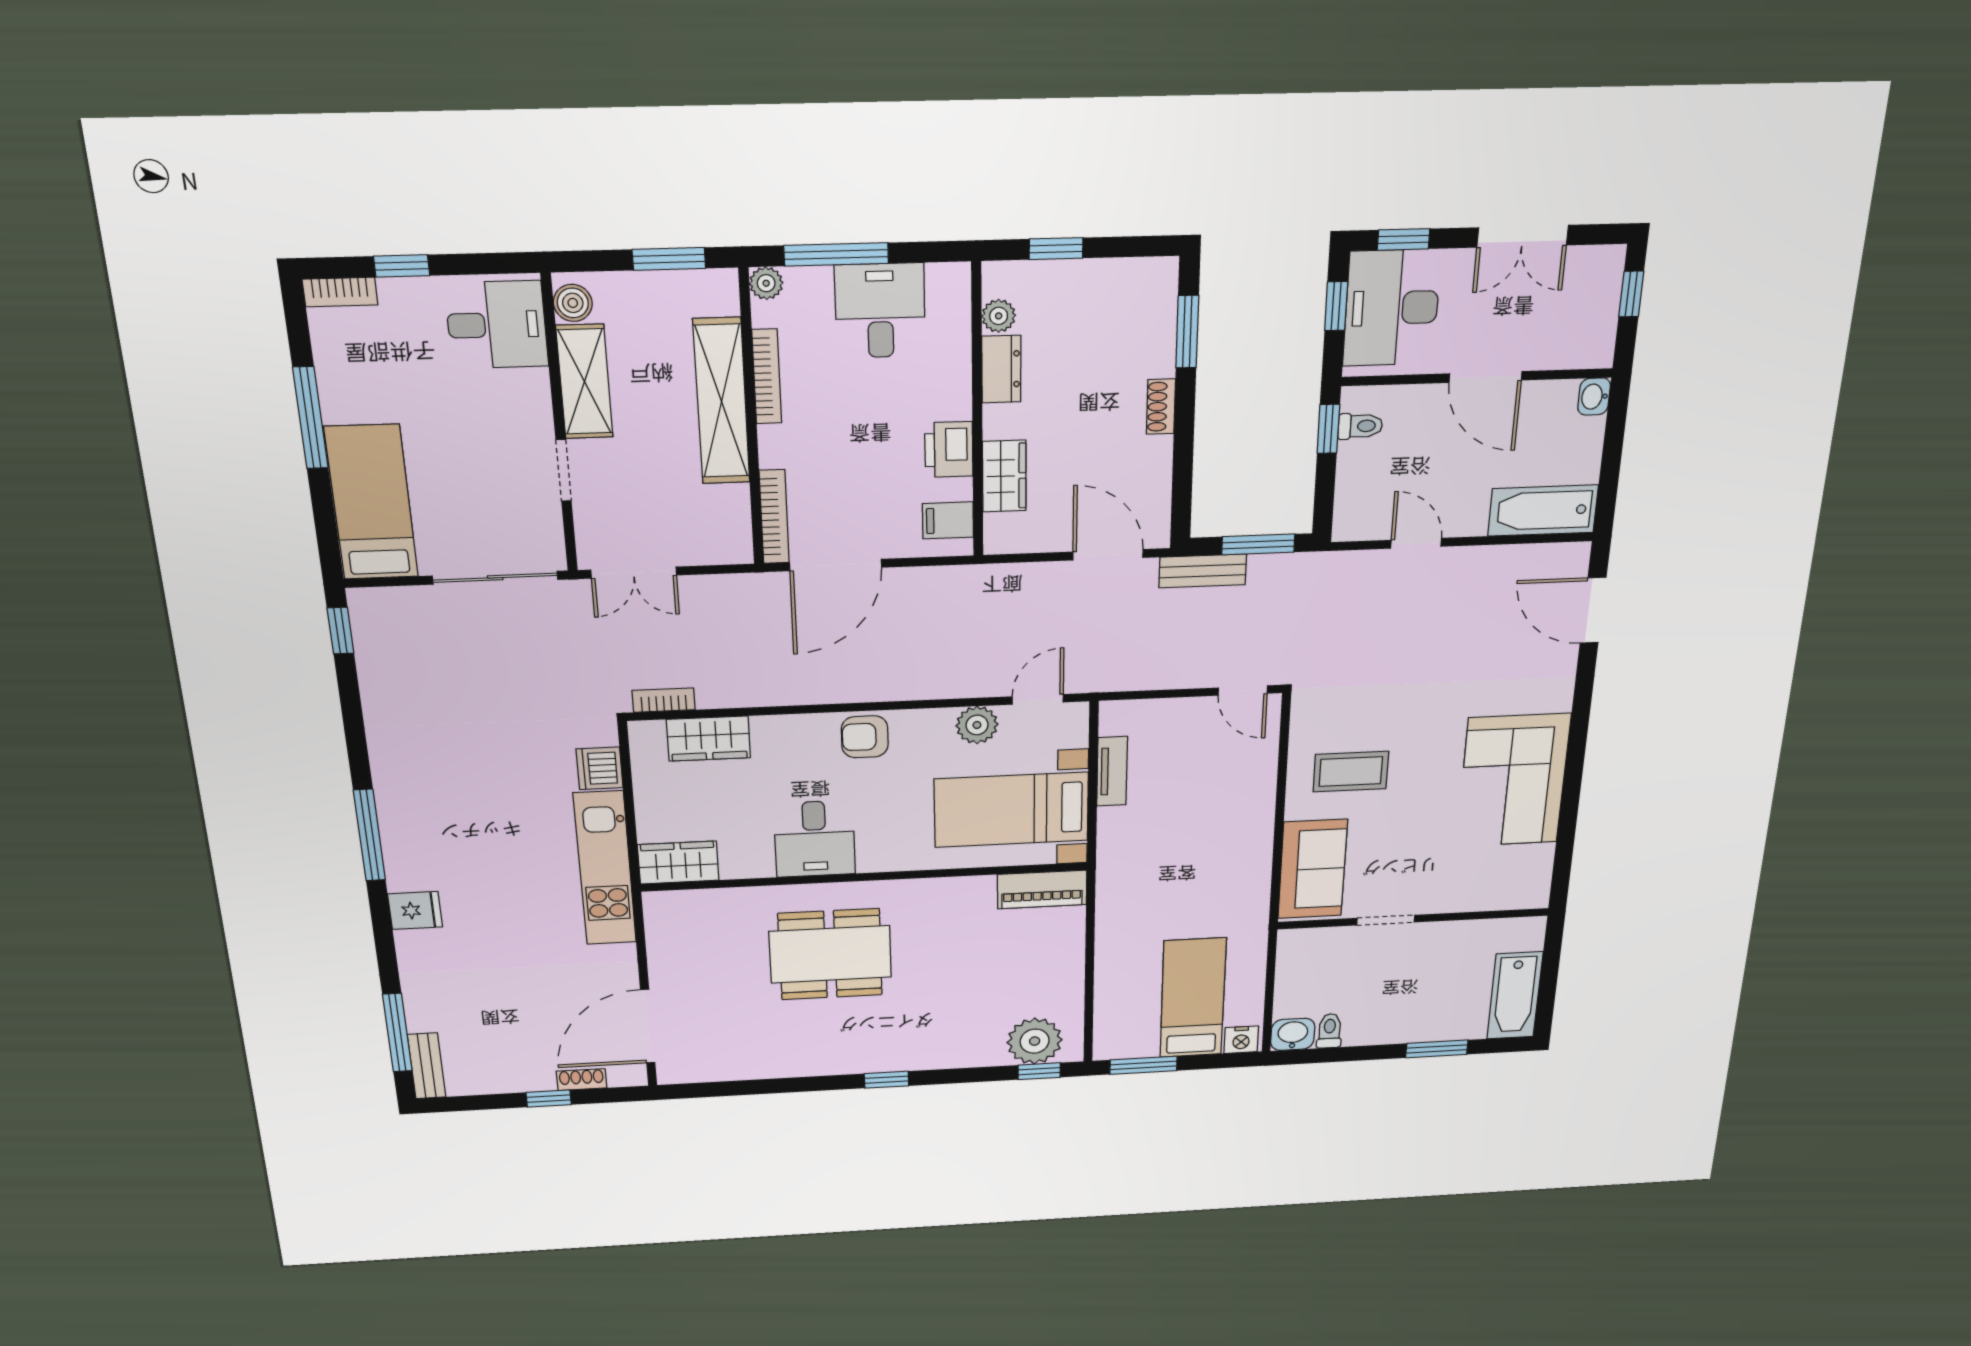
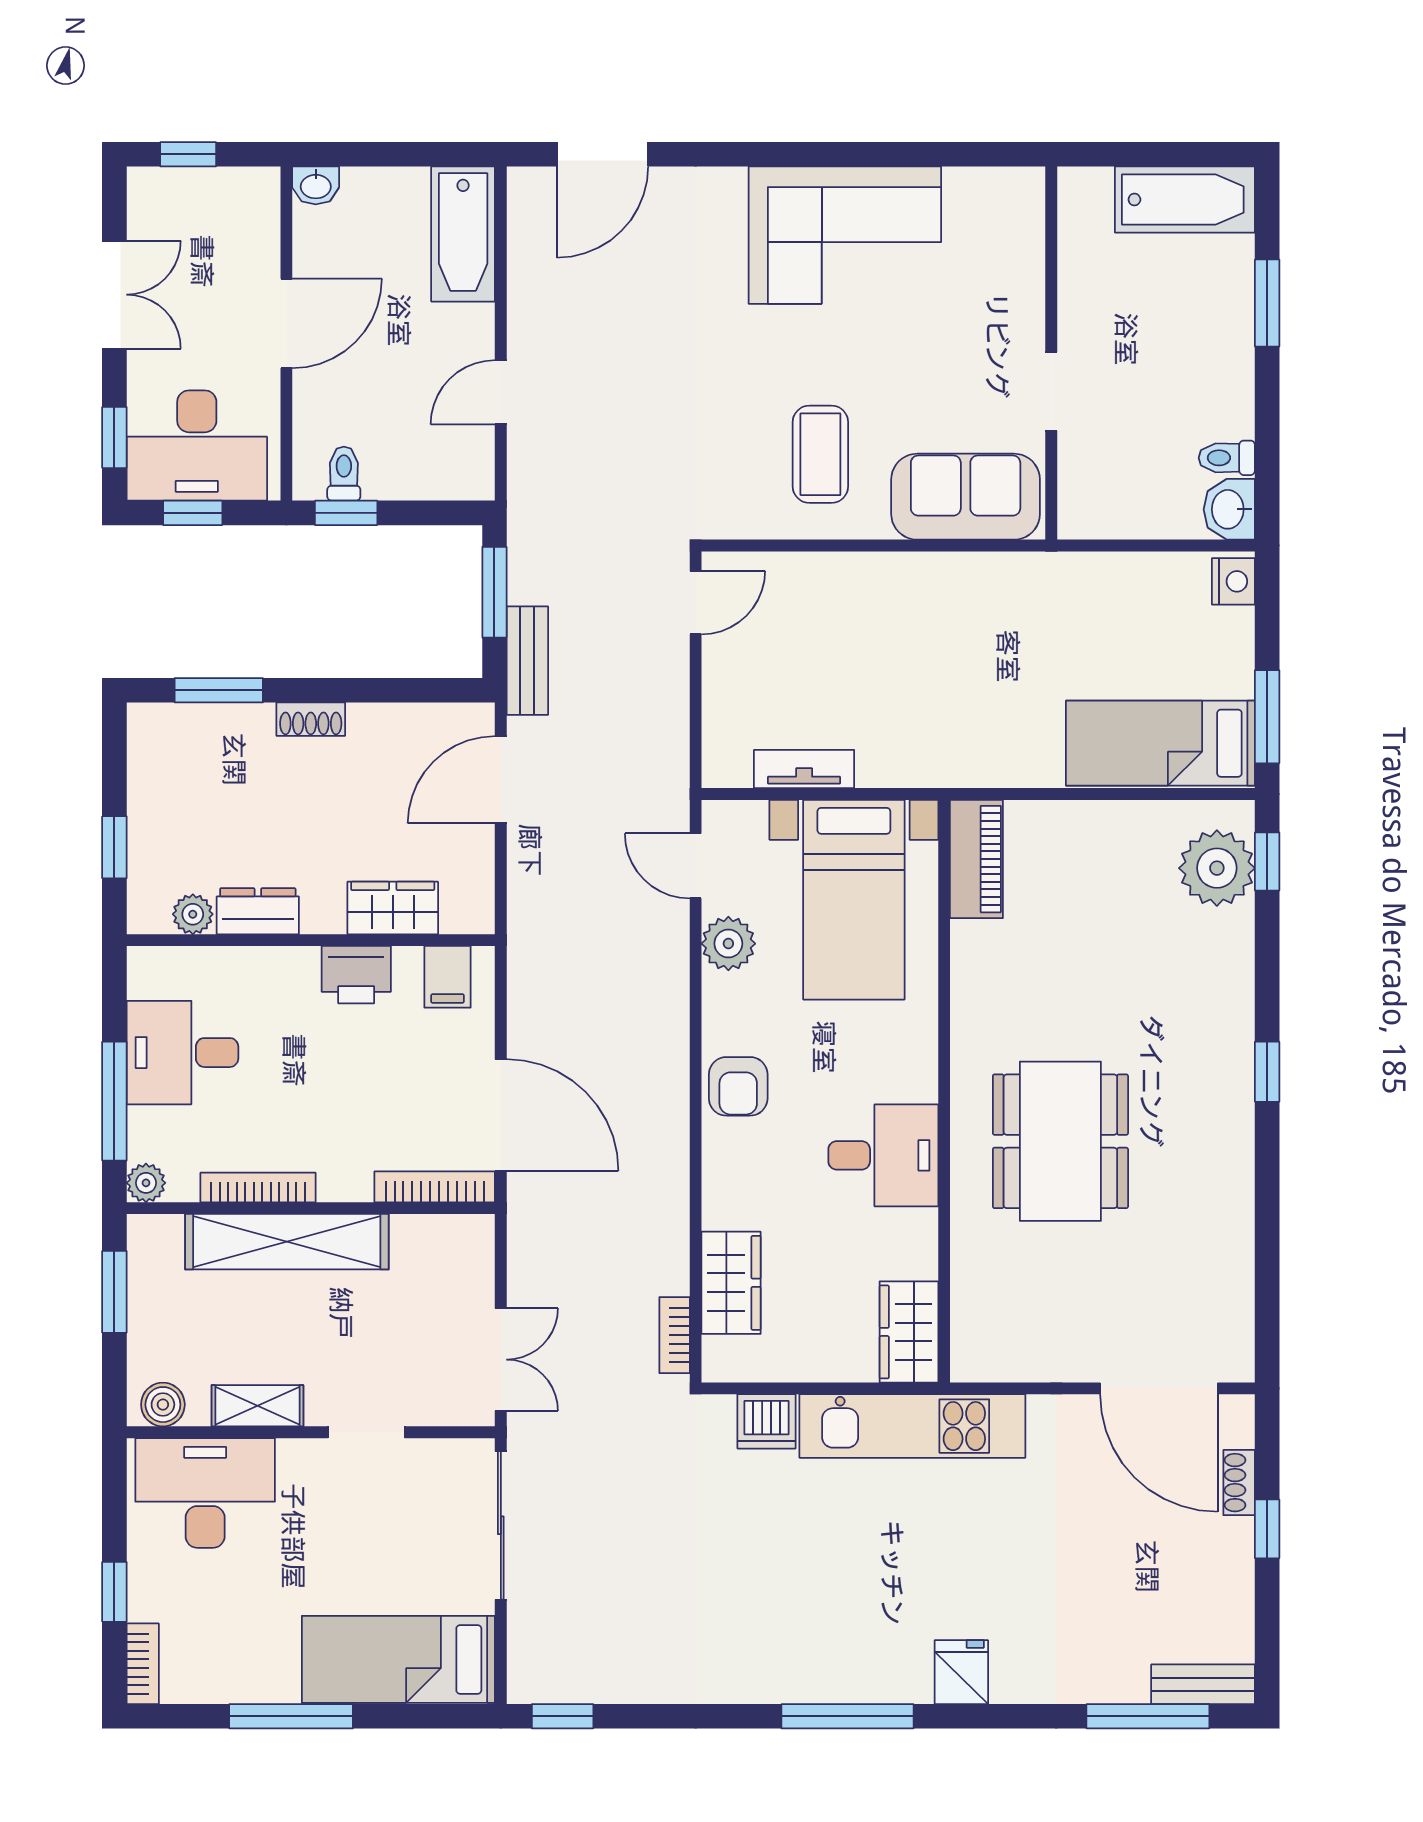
desk: (497, 325) -> (205, 1493), width x1.37
shelving: (584, 382) -> (257, 1406), width x0.67, depth x0.75
bed: (1193, 998) -> (1160, 743), moved

